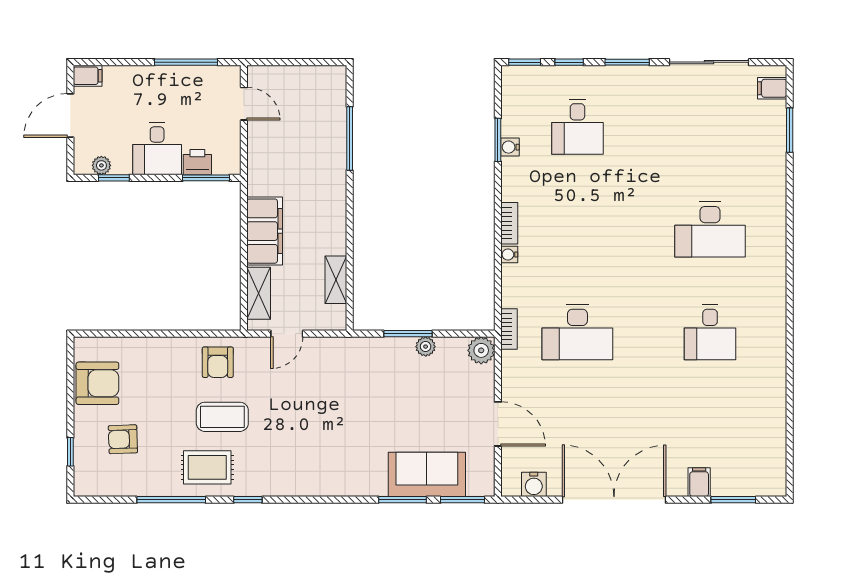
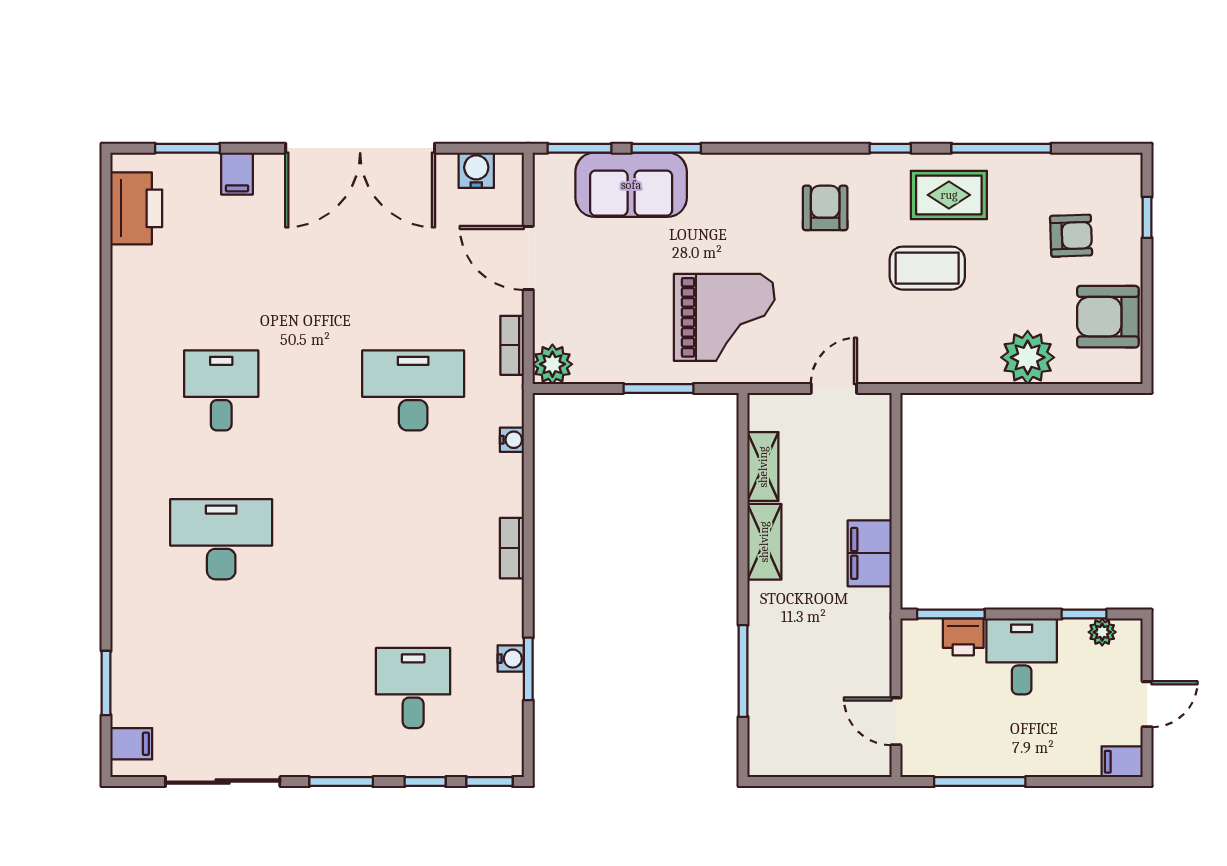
door: (70, 116) -> (1147, 704), width x0.73
filing cabinet: (265, 231) -> (870, 553), width x0.67, depth x0.86
water cooler: (509, 255) -> (512, 440), moved
shelving: (259, 293) -> (764, 542), moved
bookcase: (509, 329) -> (512, 345), moved
plant: (426, 347) -> (1028, 357), moved, width x1.87, depth x1.87
armchair: (218, 362) -> (825, 208), moved
grand piano: (363, 383) -> (724, 317), added
printer: (769, 458) -> (136, 208), added

